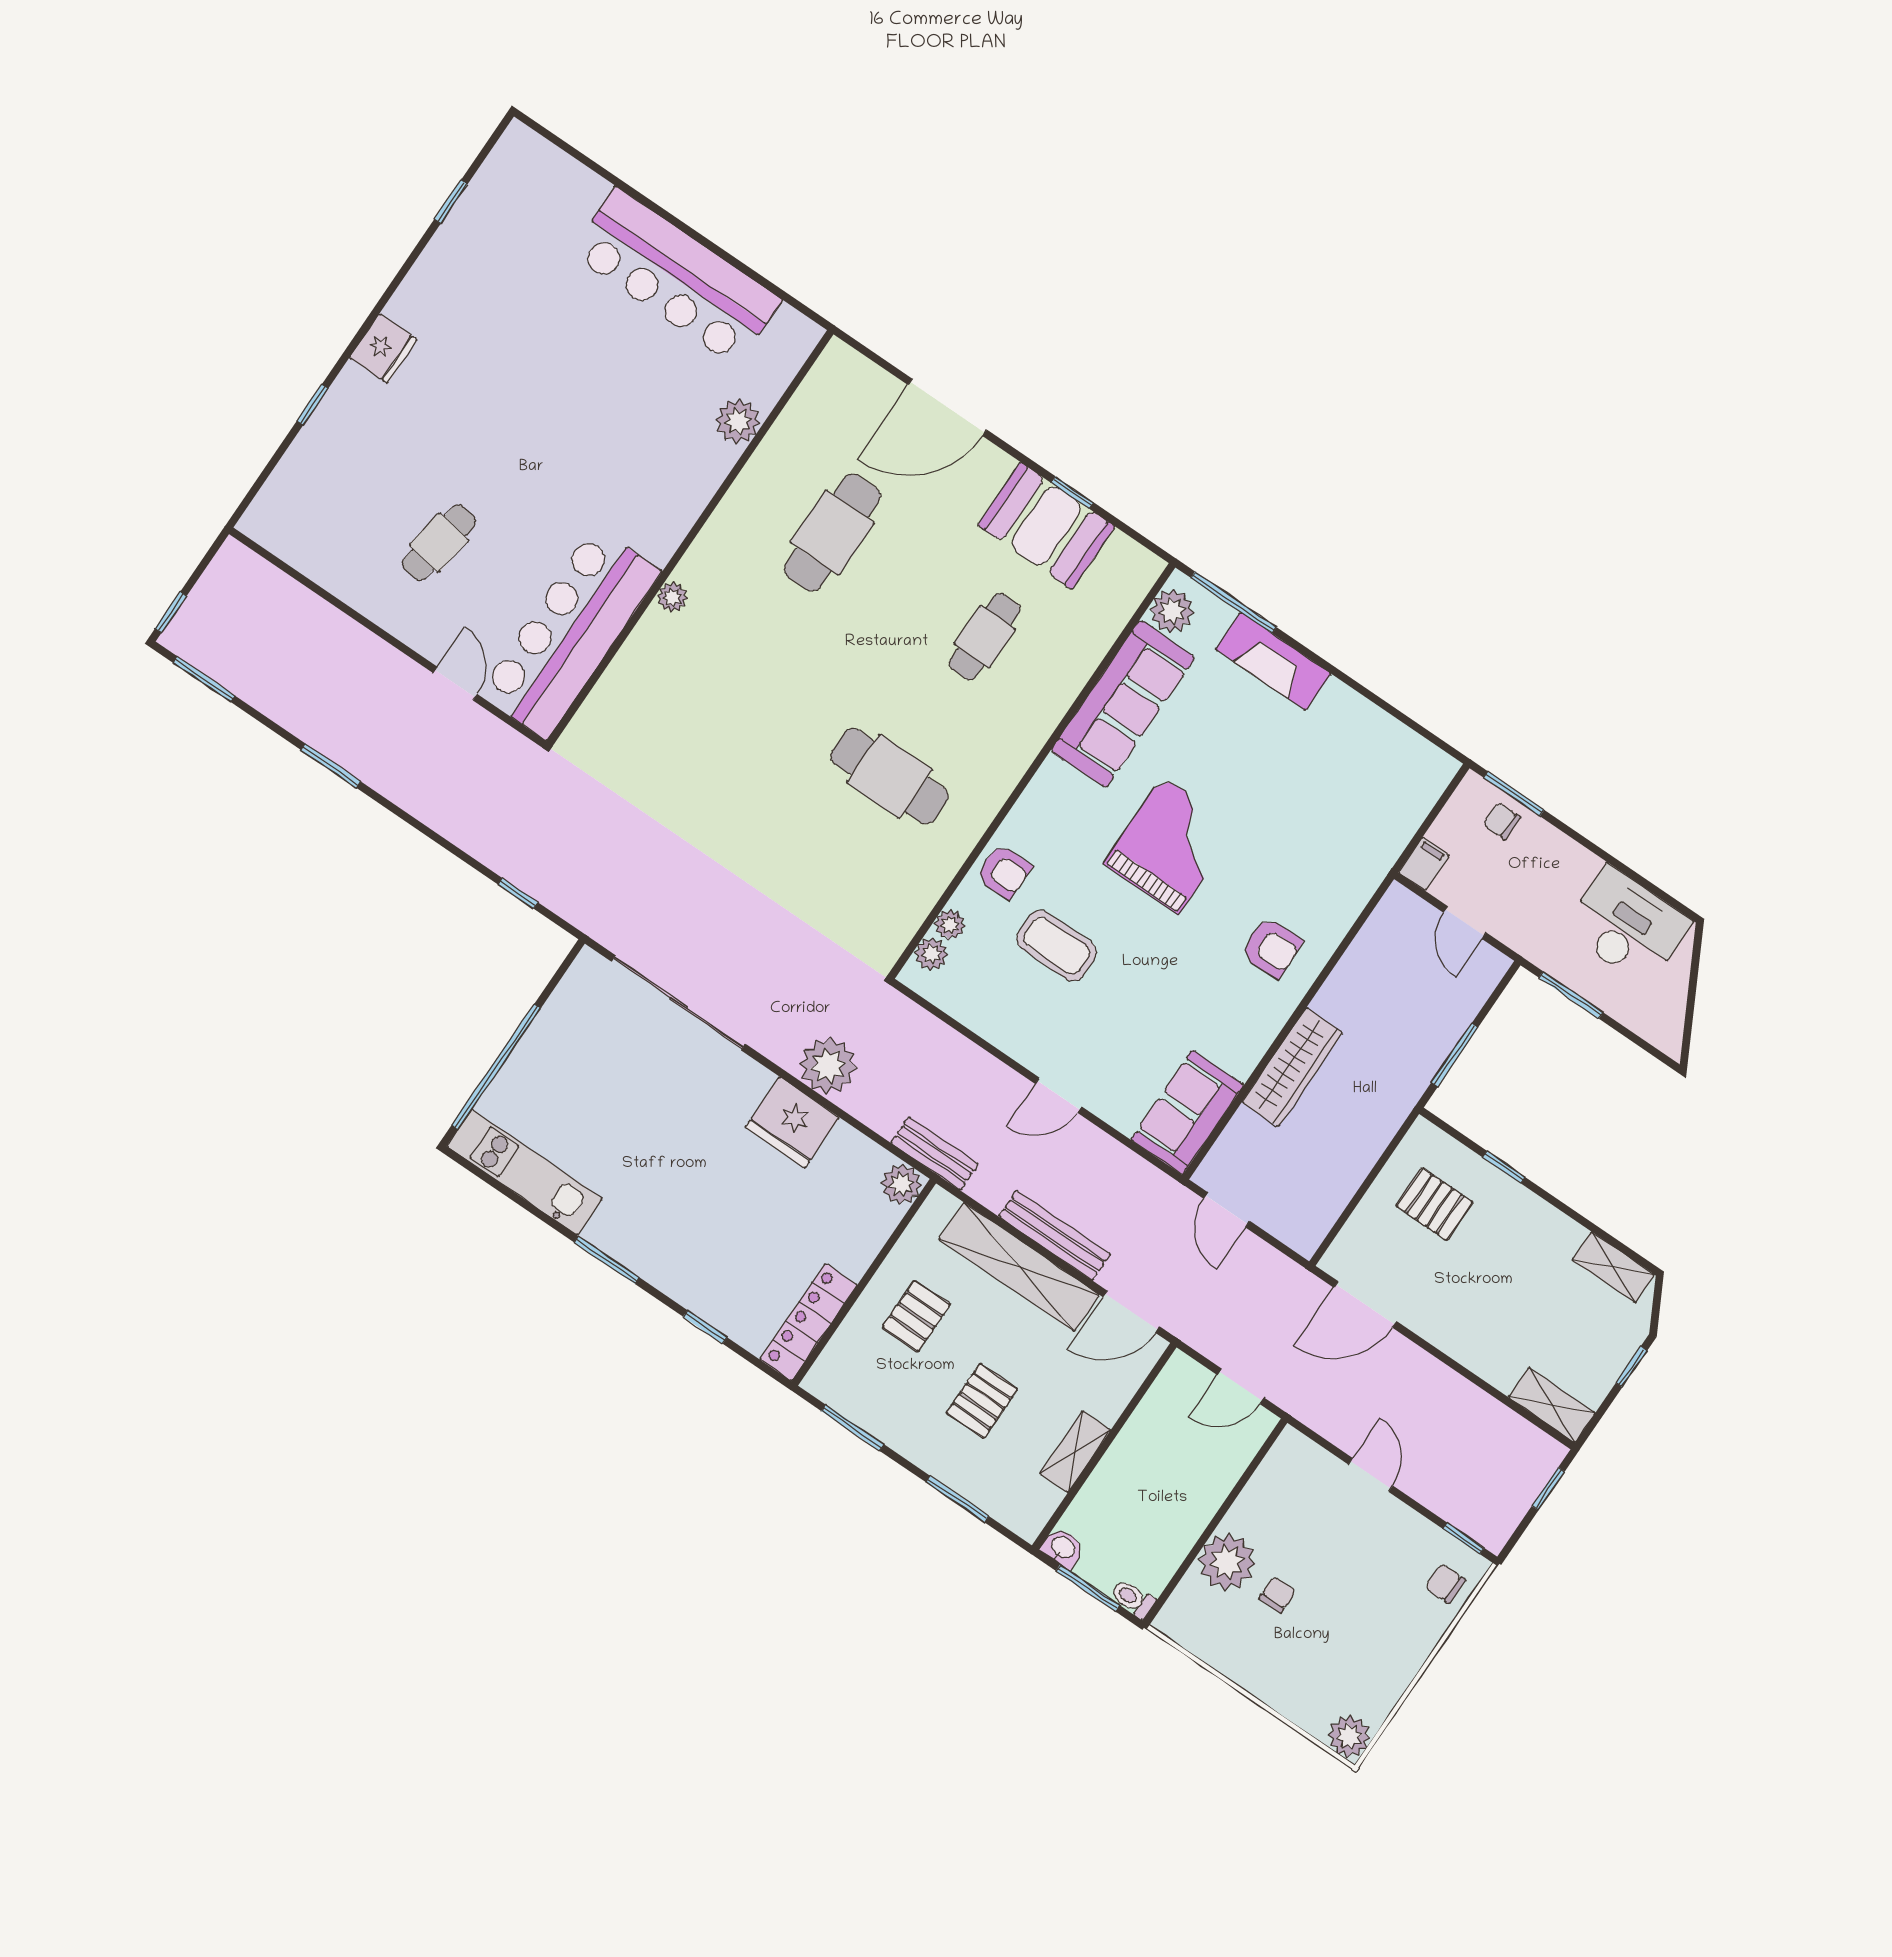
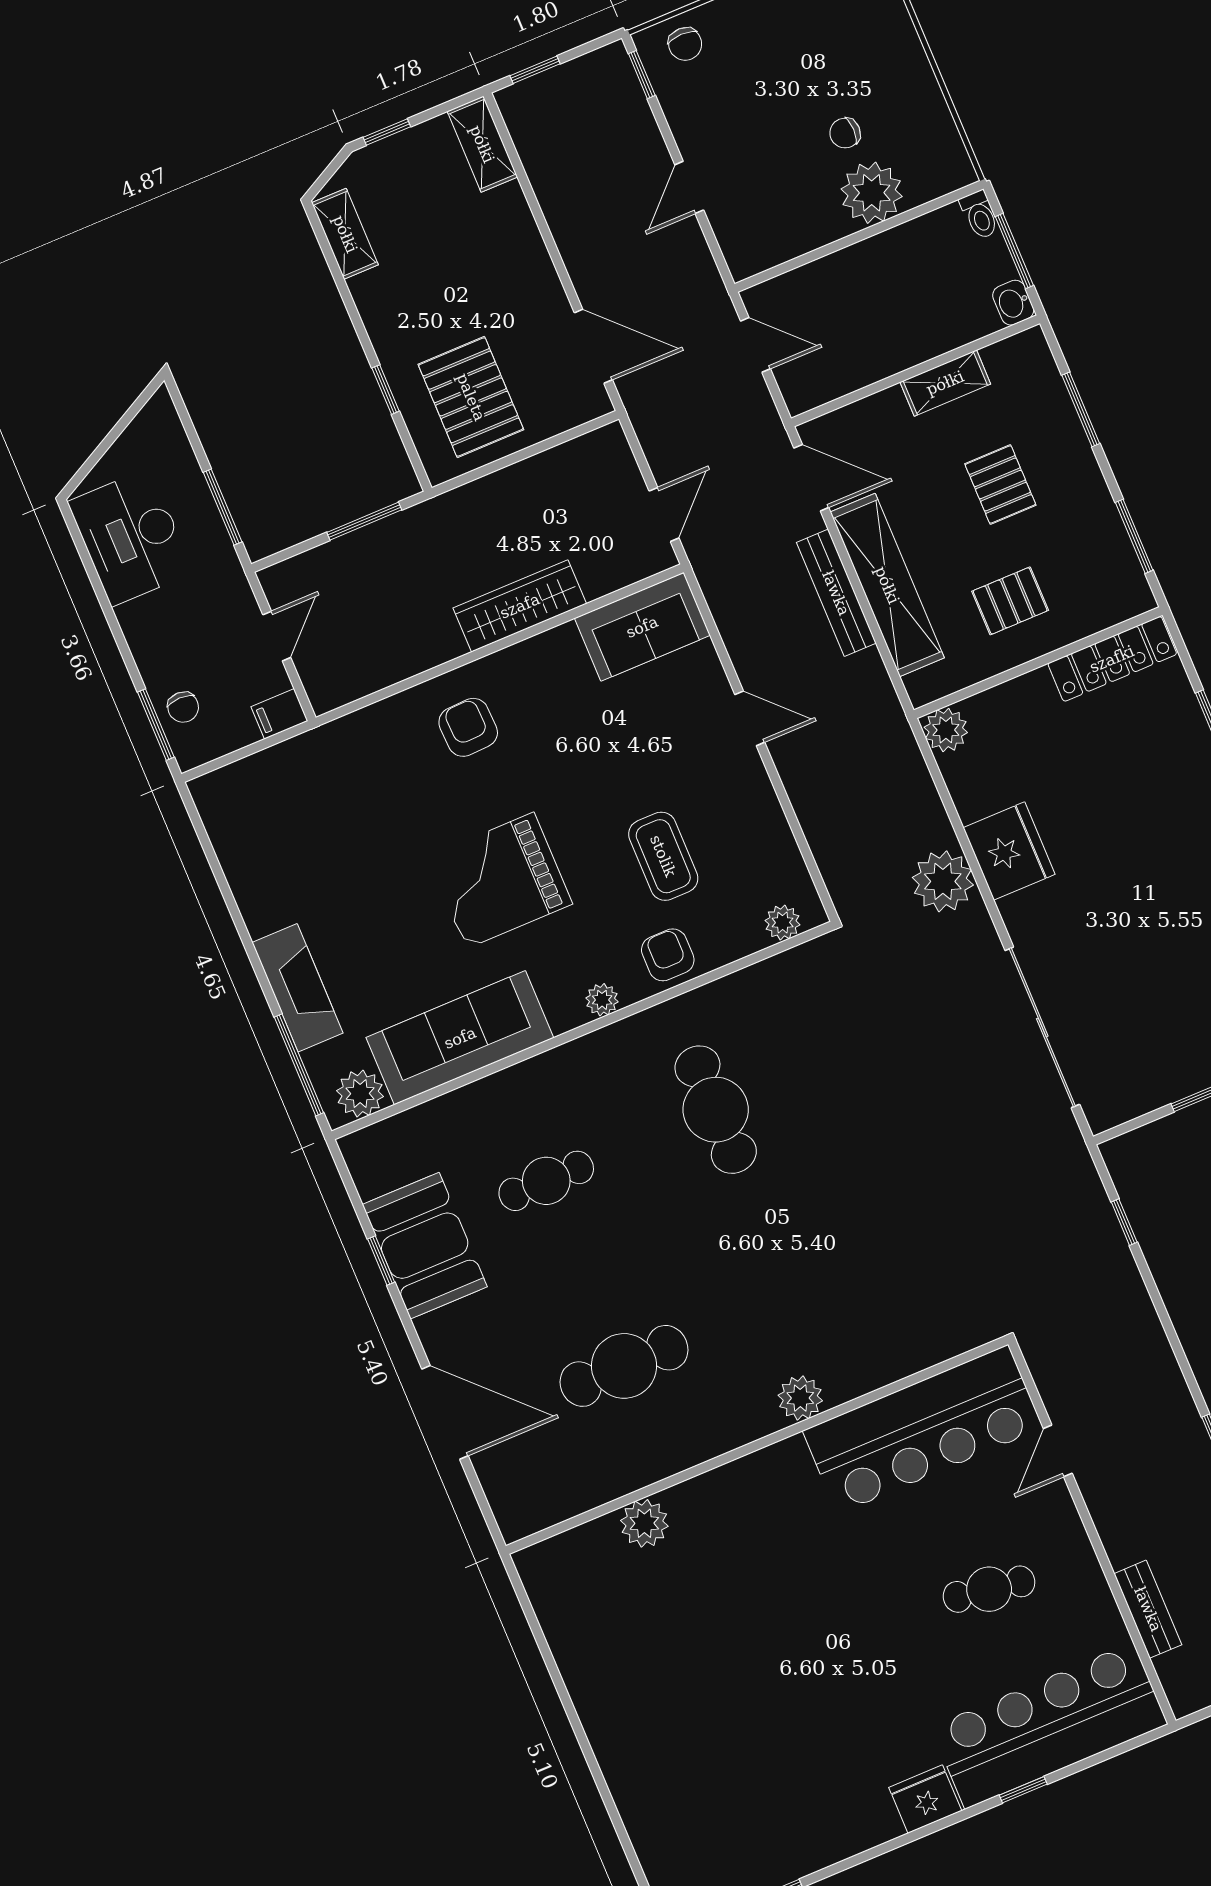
bar counter: (676, 277) -> (1049, 1726), moved, turned -90
plant: (672, 597) -> (800, 1398), width x1.38, depth x1.38
plant: (950, 925) -> (602, 1000), moved
bench: (935, 1153) -> (1148, 1609), moved
pallet: (1434, 1204) -> (471, 397), width x1.50, depth x1.42
pallet: (982, 1401) -> (1000, 485), turned 90

